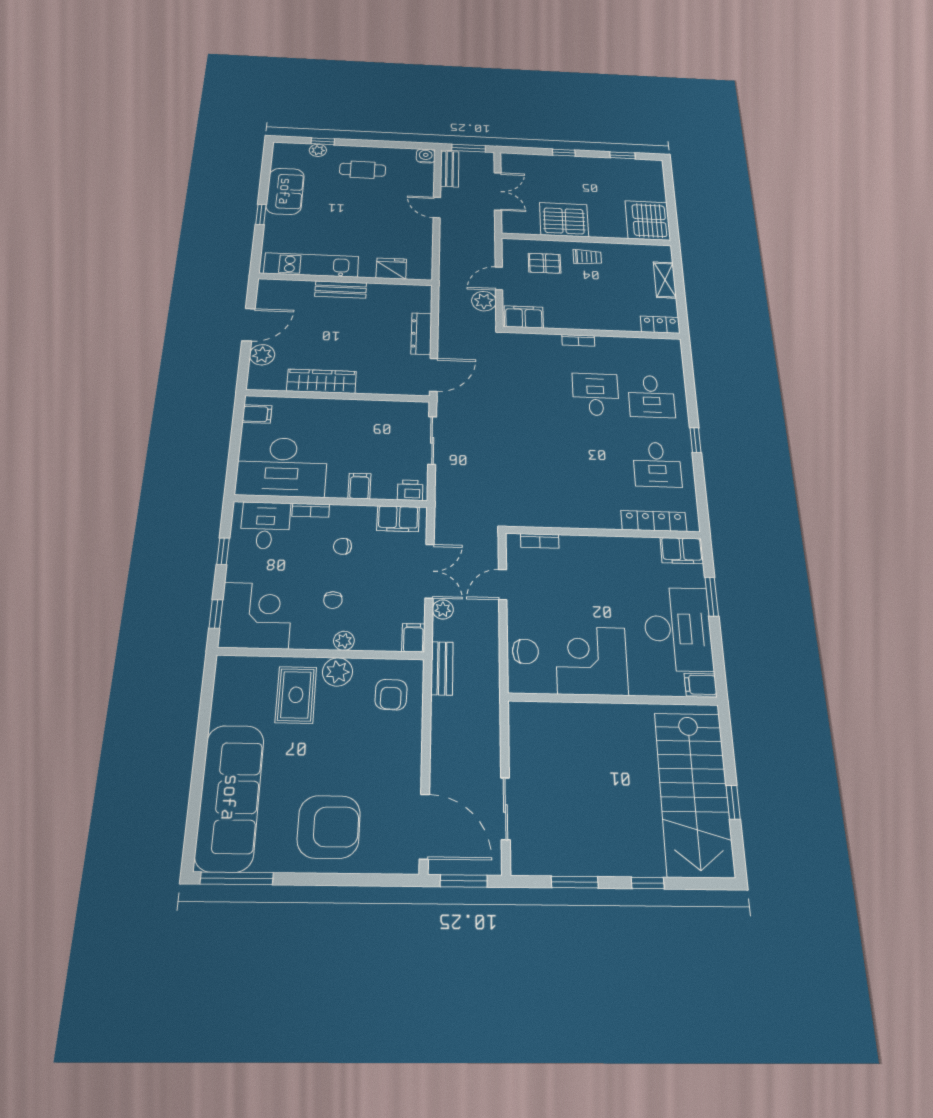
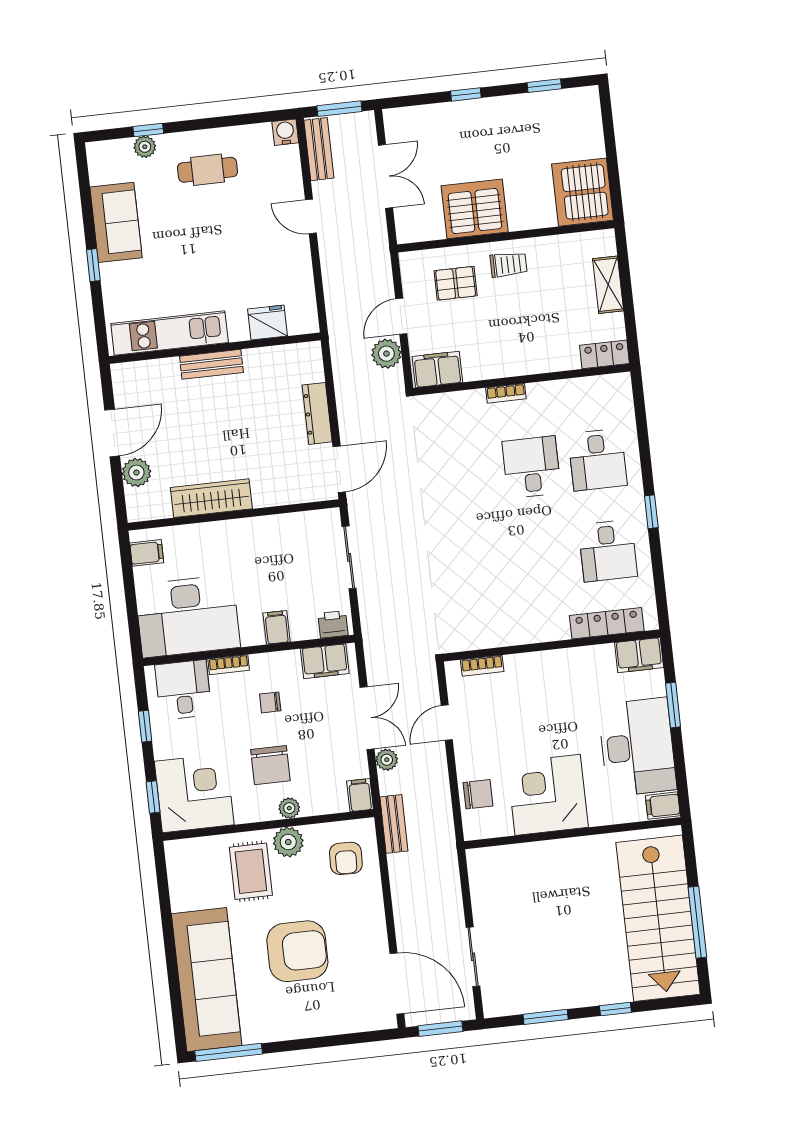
chair: (333, 600) -> (270, 765), width x1.87, depth x1.87
window: (733, 802) -> (697, 922), width x2.17
armchair: (329, 827) -> (297, 951), moved

